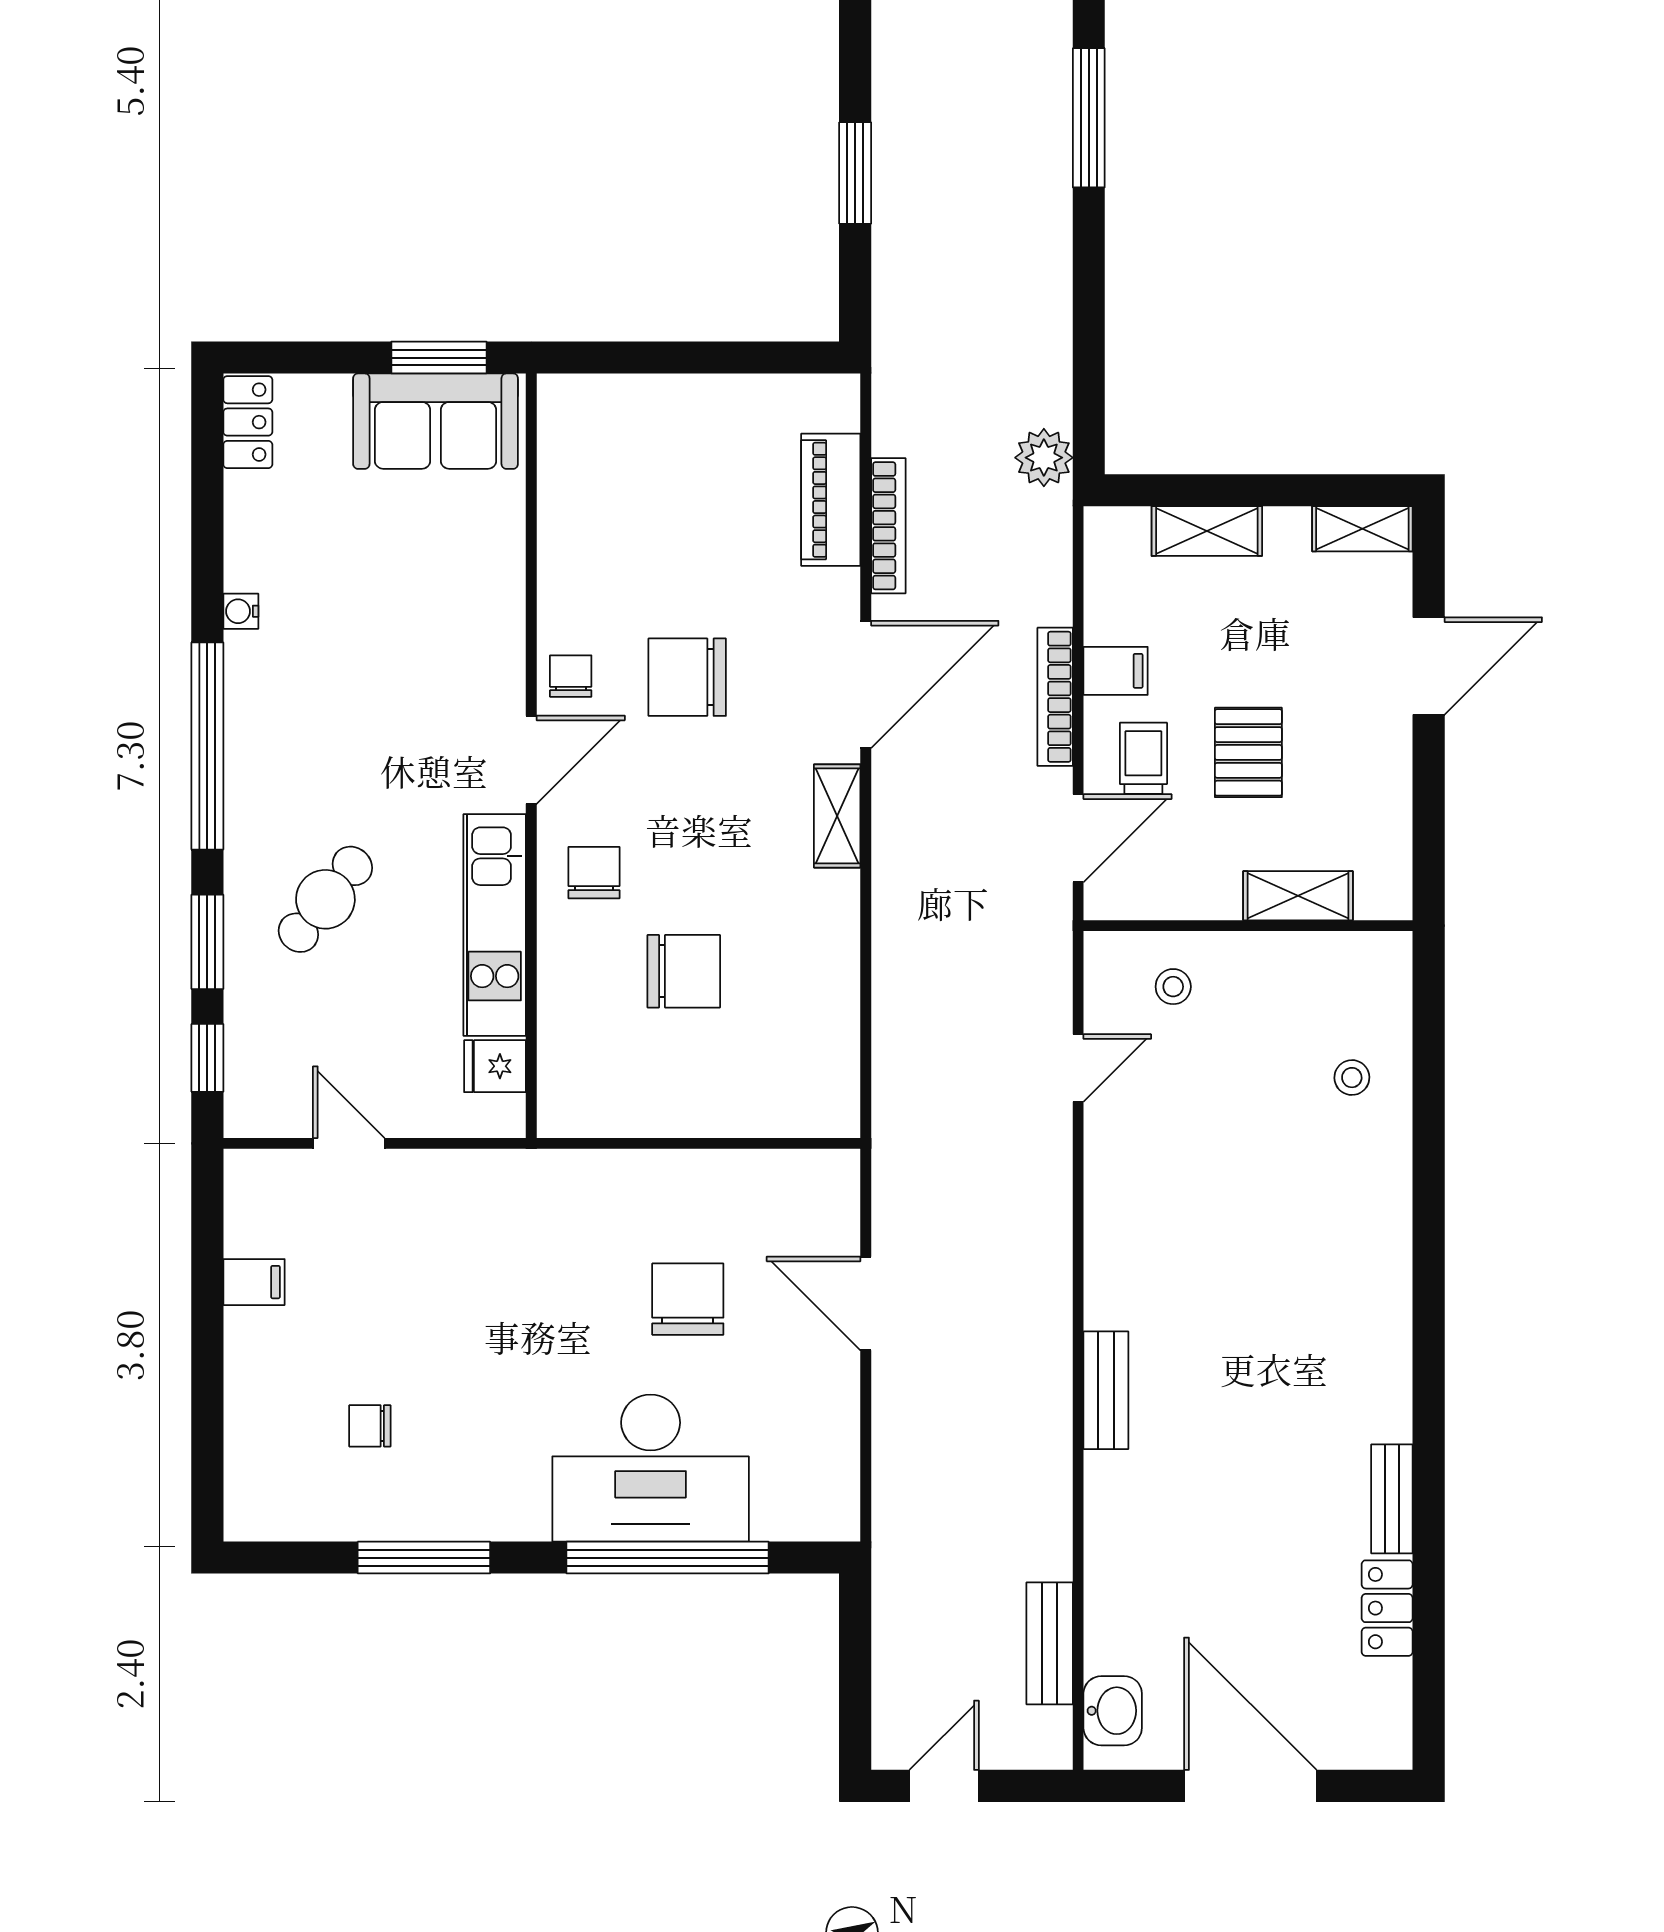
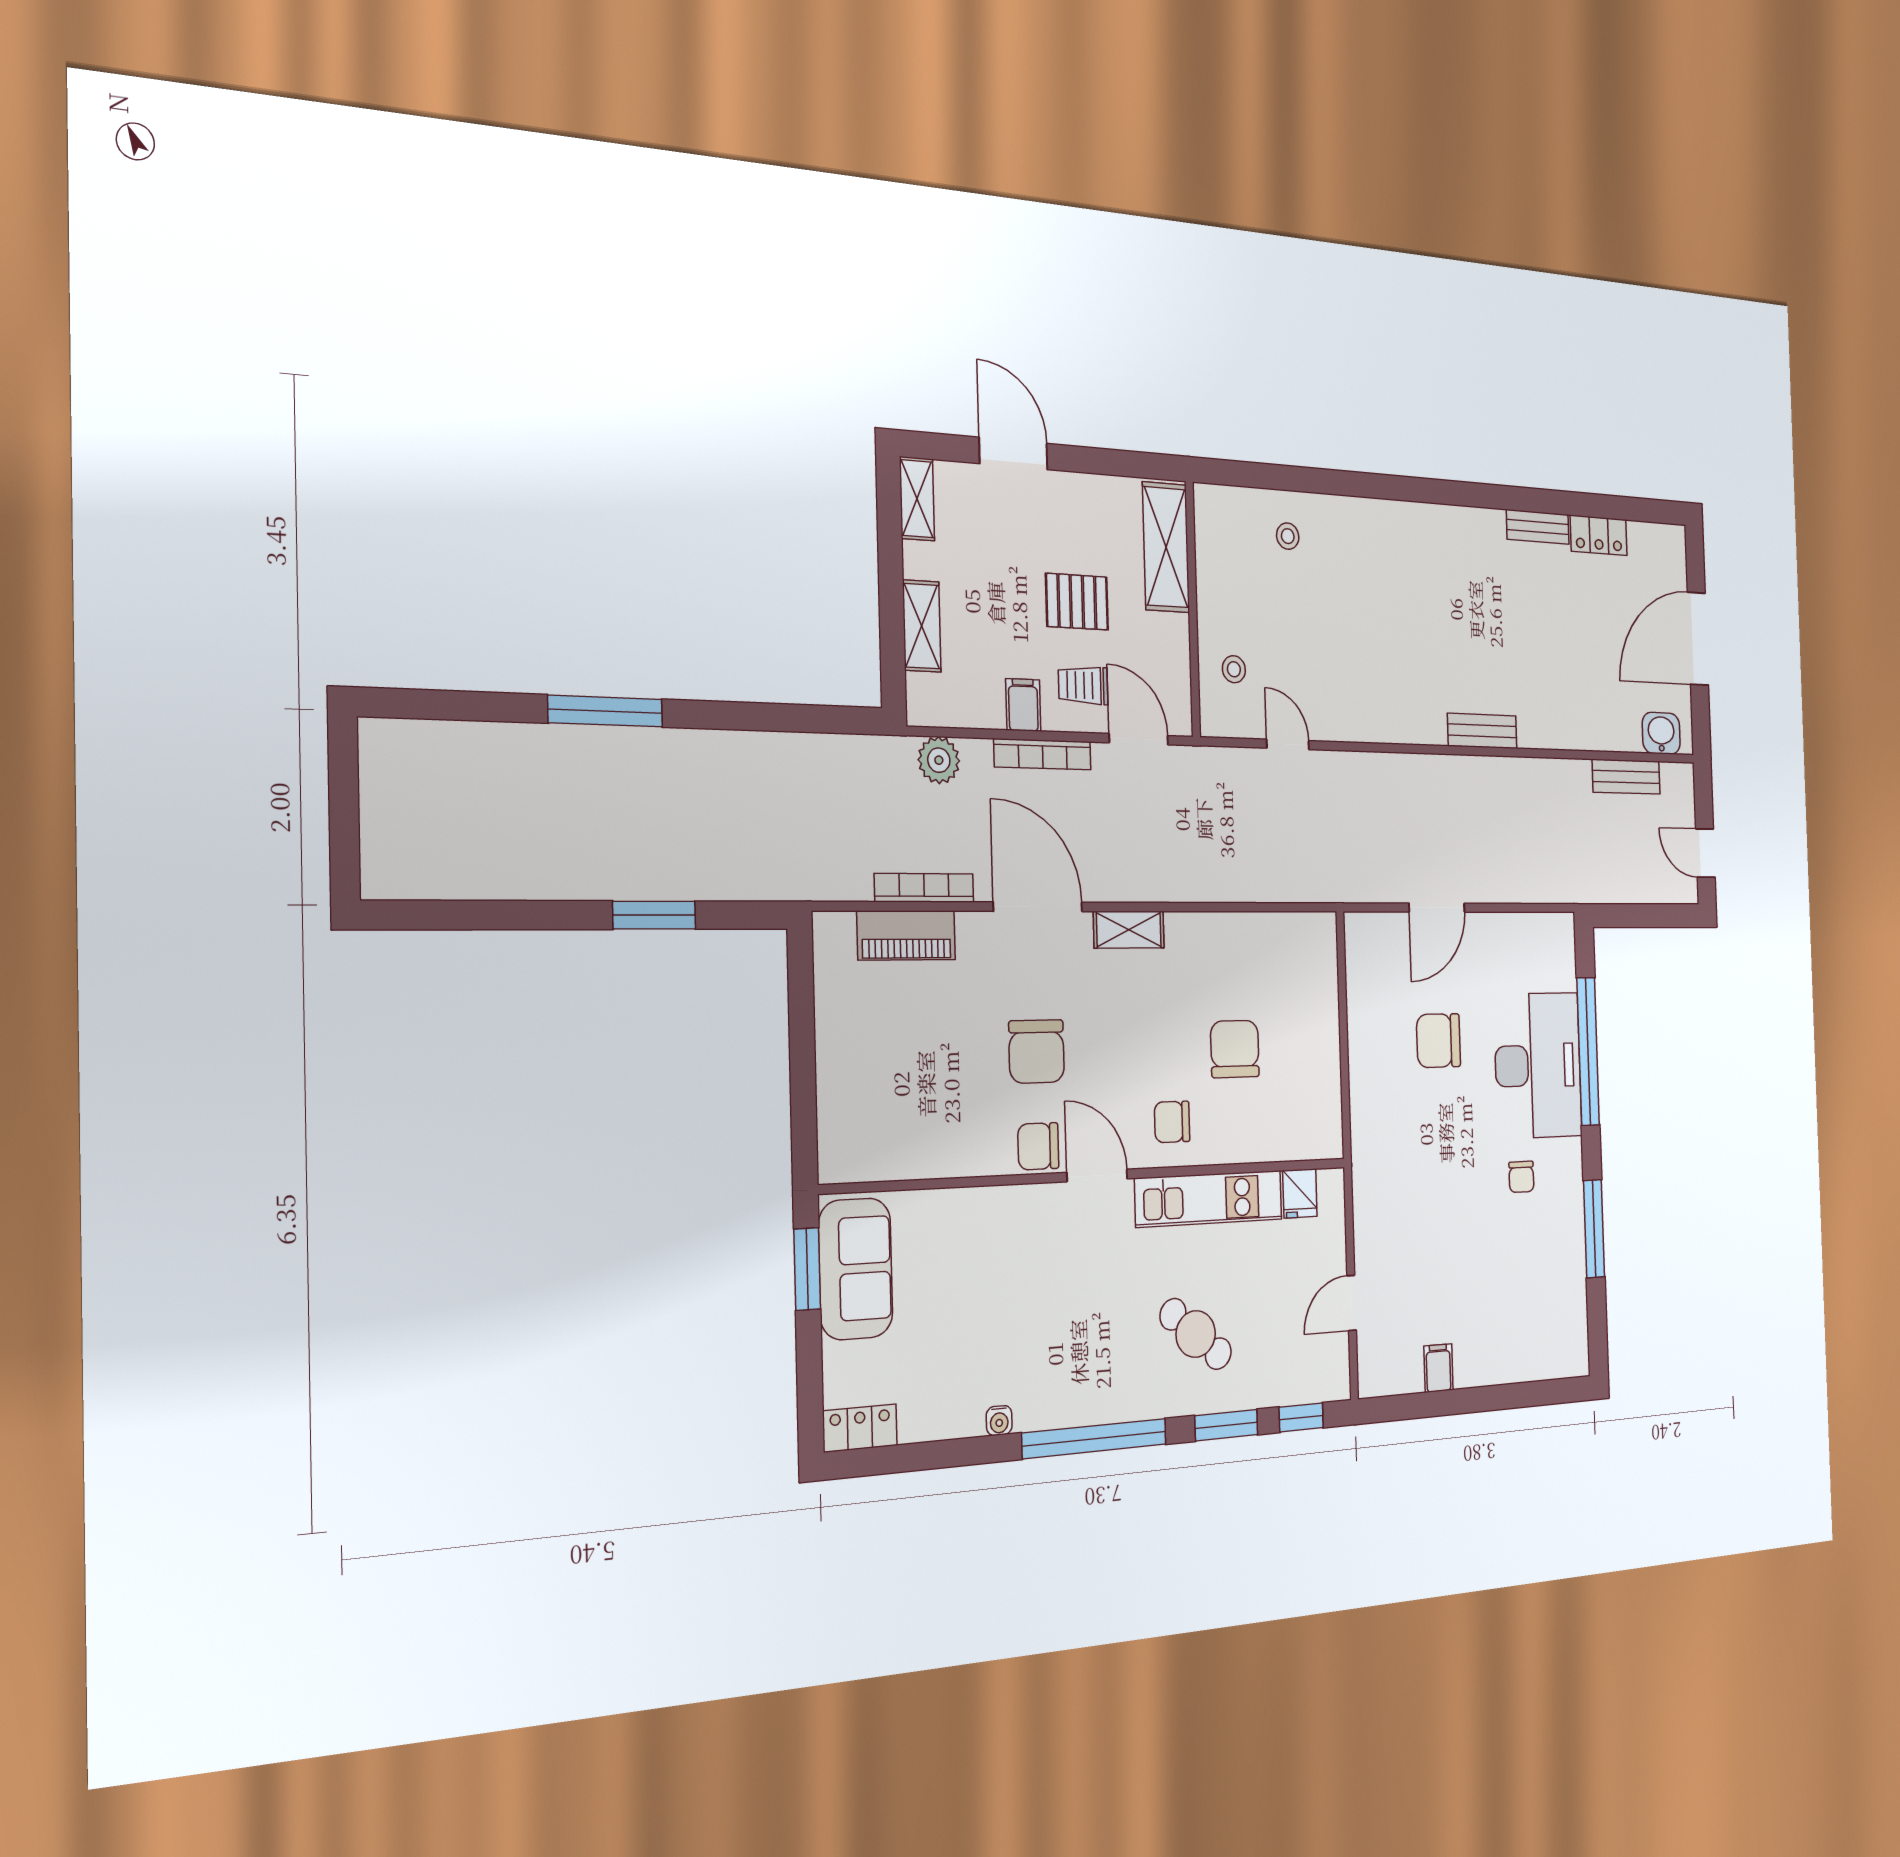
plant: (1044, 458) -> (939, 760), moved
chair: (571, 676) -> (1038, 1146), width x1.37, depth x1.37
shelving: (1298, 896) -> (1166, 547), width x1.50, depth x1.33
chair: (370, 1426) -> (1521, 1177), moved

